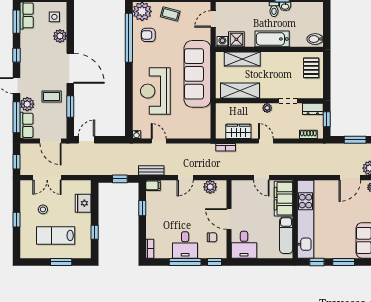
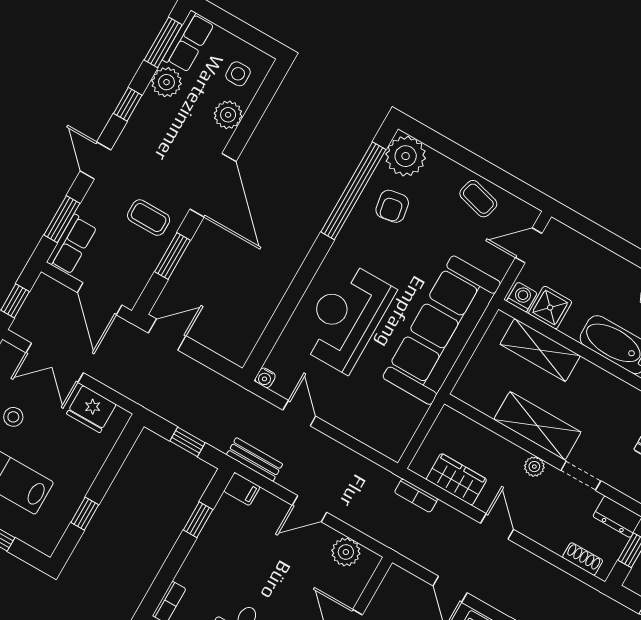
coffee table: (170, 14) -> (478, 199), moved
armchair: (148, 35) -> (392, 206), turned -100
shelving: (240, 91) -> (537, 426), moved
plant: (27, 104) -> (167, 82), moved
window: (16, 117) -> (62, 219), width x0.69
fridge: (83, 203) -> (91, 409), moved, turned -90

